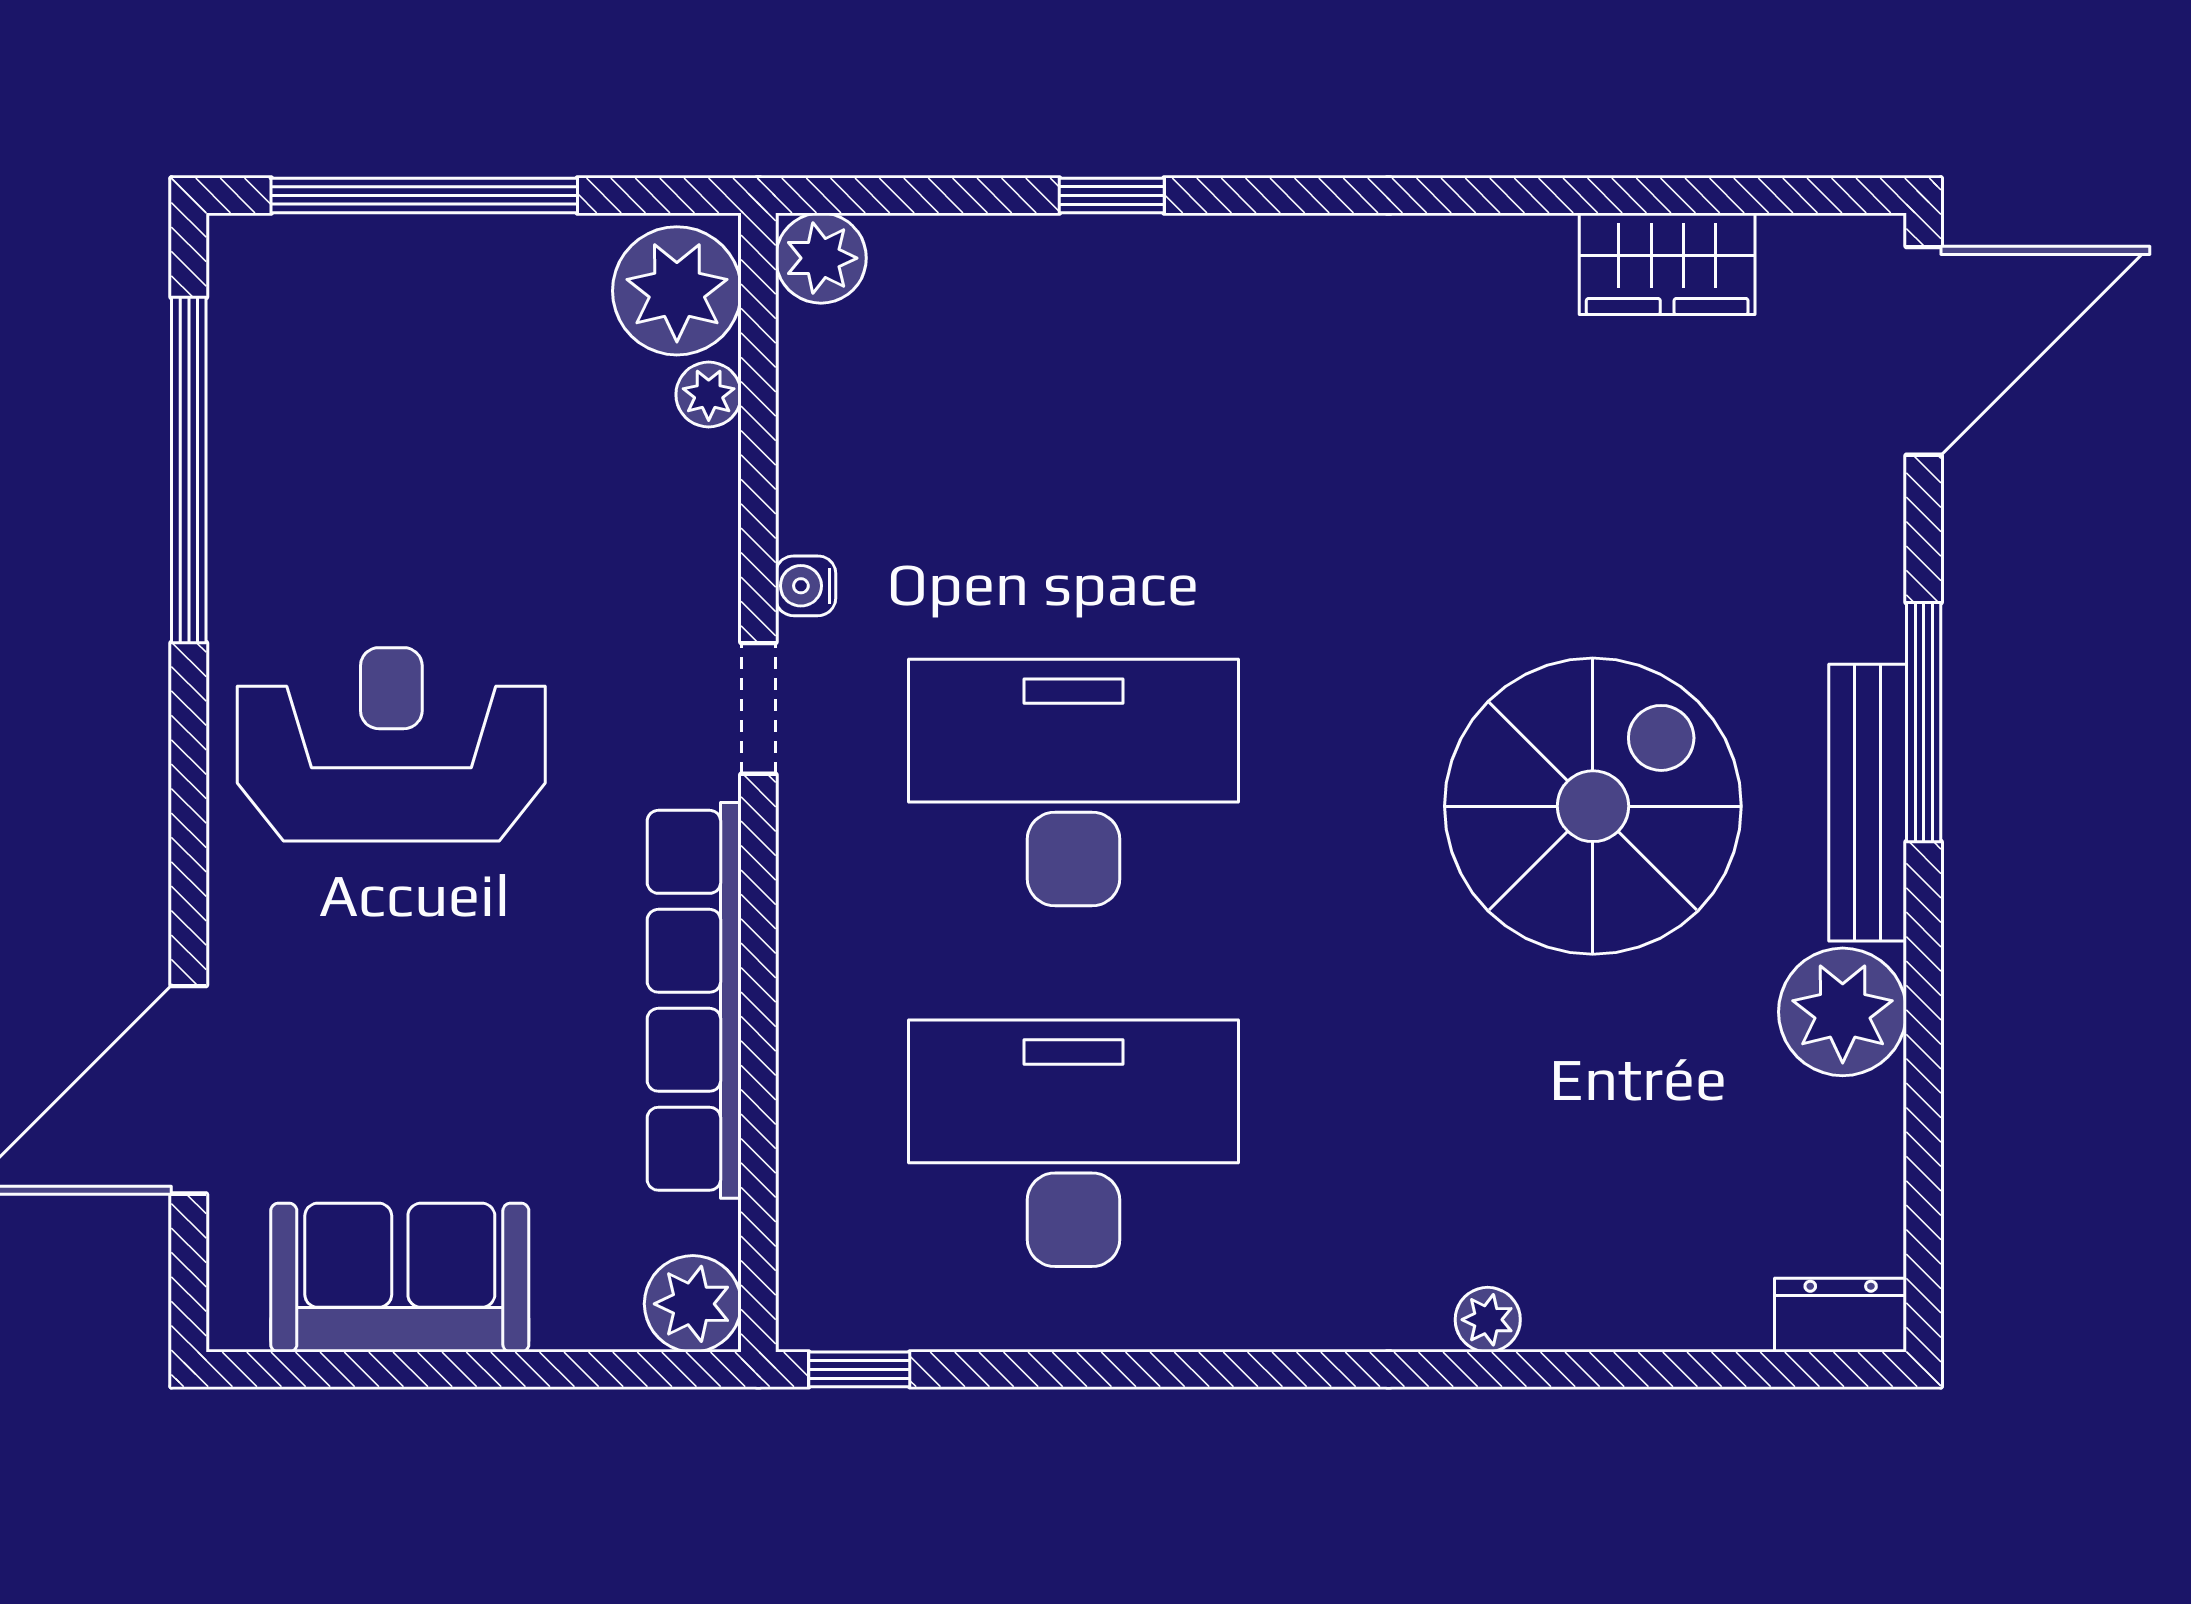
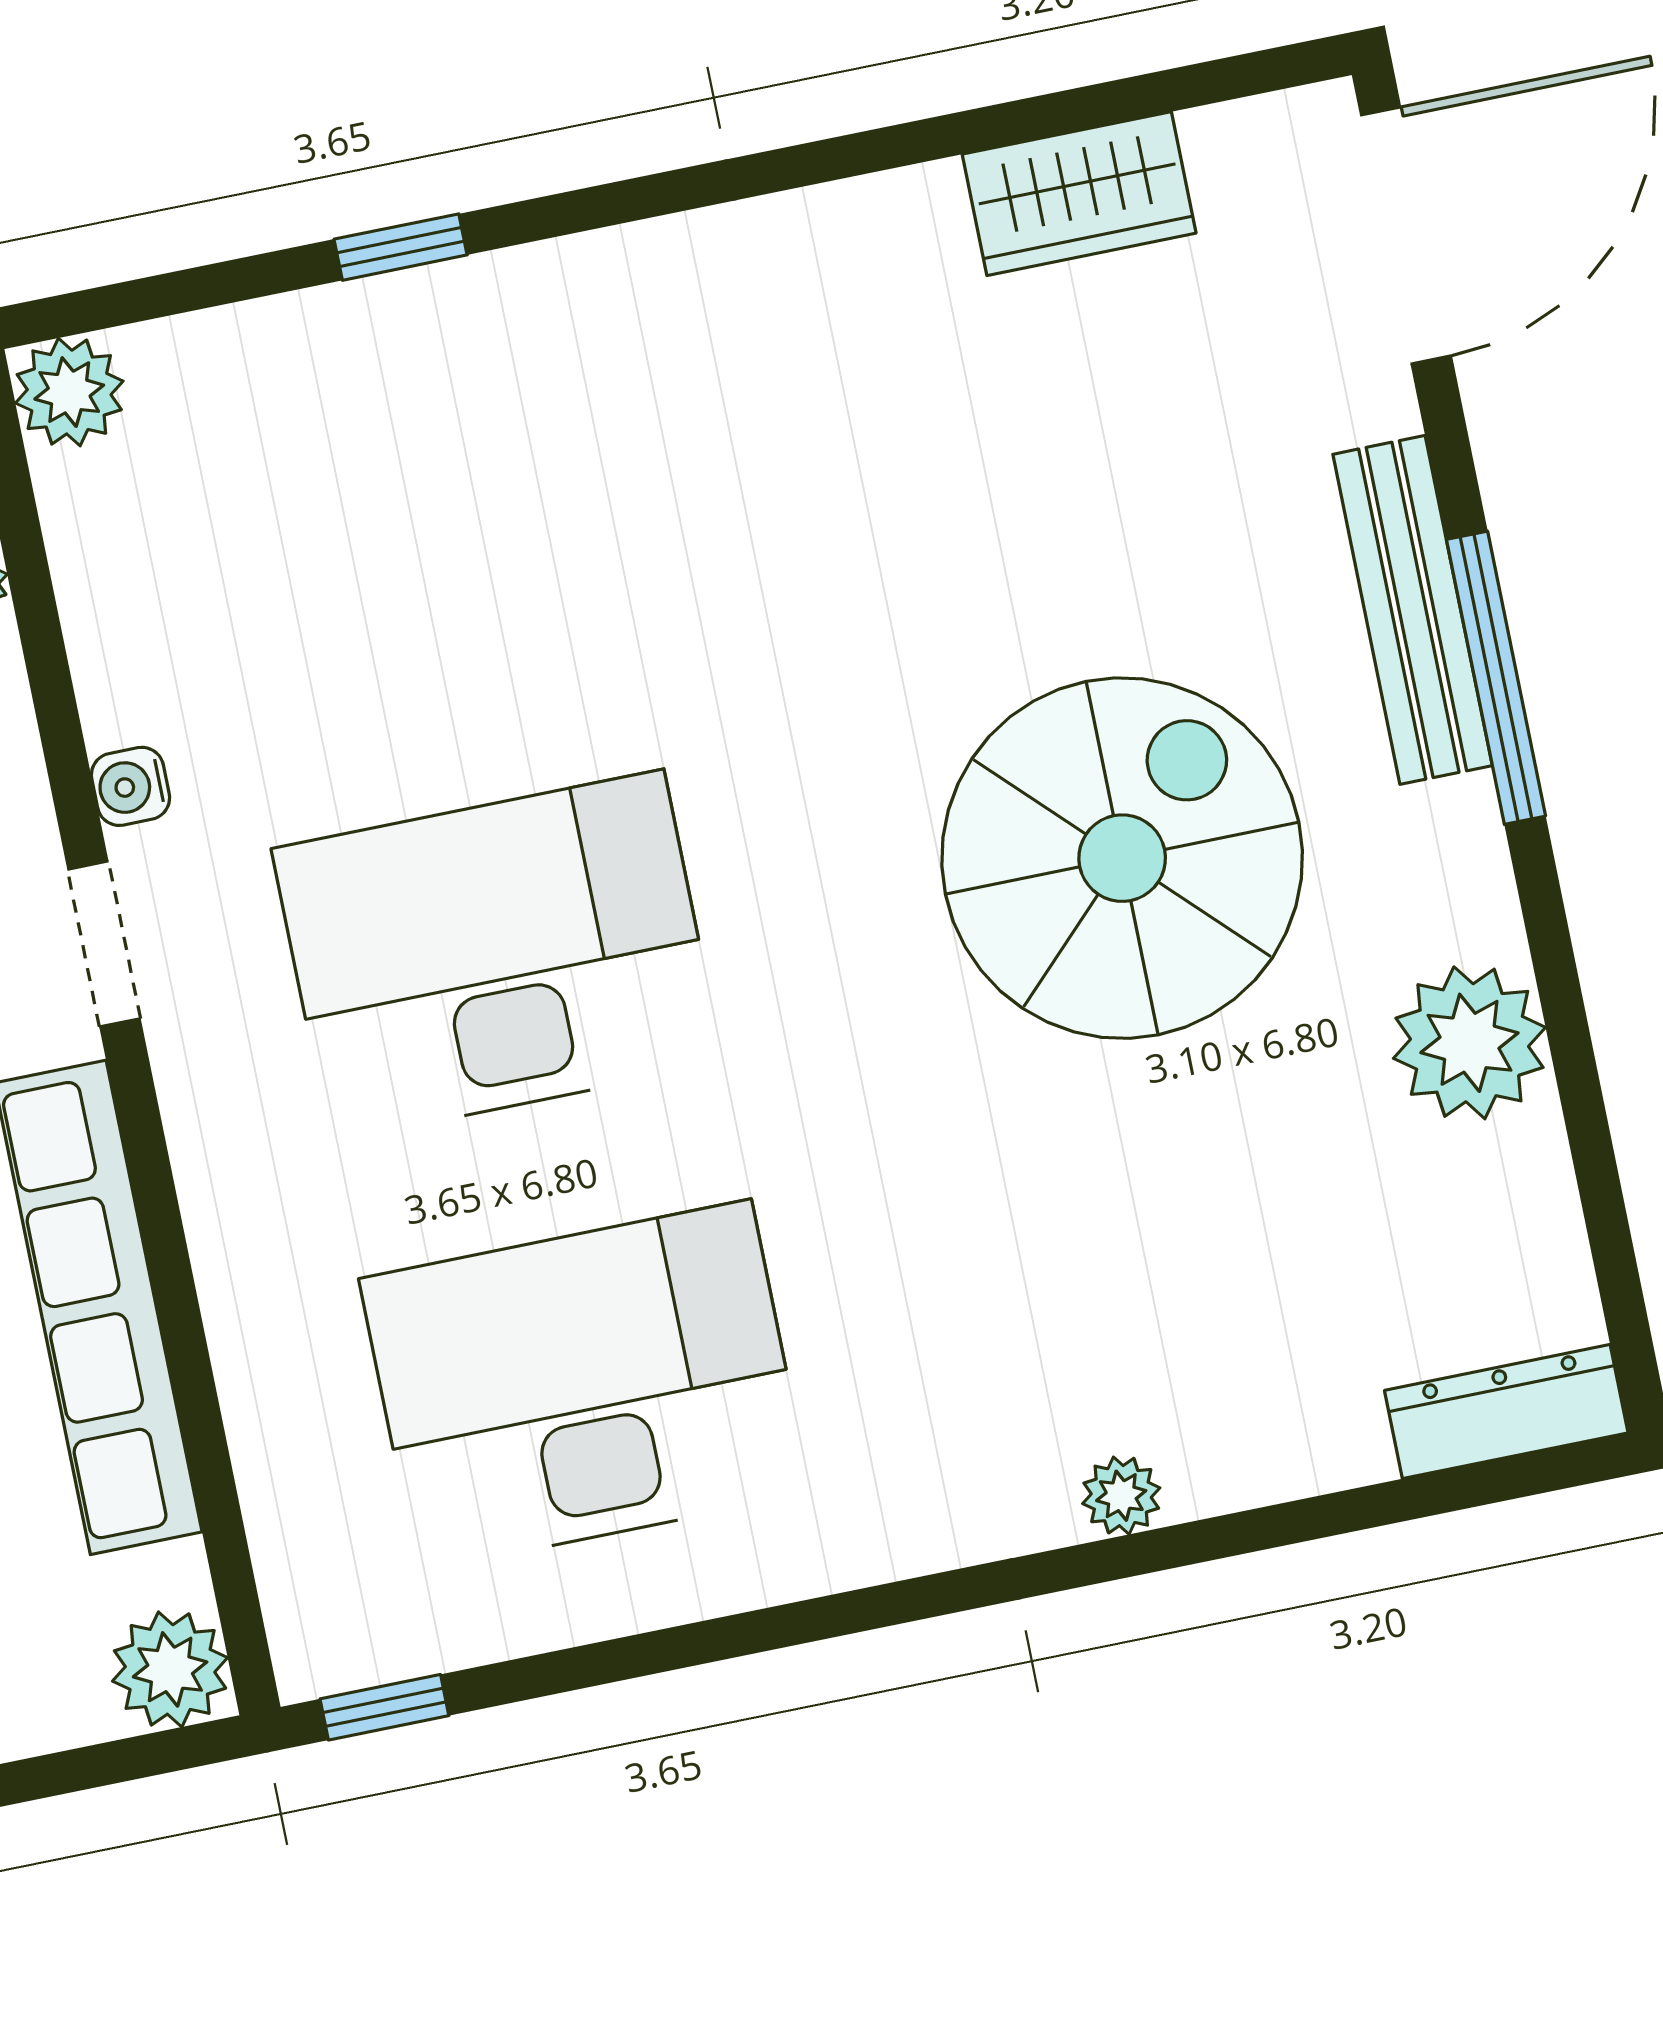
bench: (1868, 803) -> (1413, 610), moved
dresser: (1841, 1315) -> (1506, 1412), width x1.44

